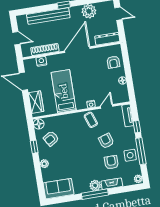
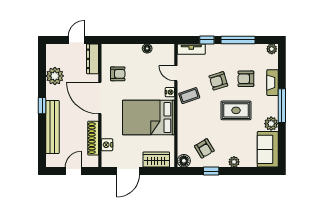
door: (118, 14) -> (76, 40), moved
armchair: (113, 62) -> (118, 74), moved
bed: (64, 91) -> (149, 118), width x1.50
side table: (130, 155) -> (241, 54), removed
rug: (85, 159) -> (236, 110), added
plant: (95, 185) -> (271, 124), moved

